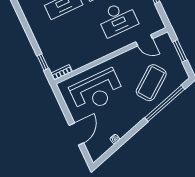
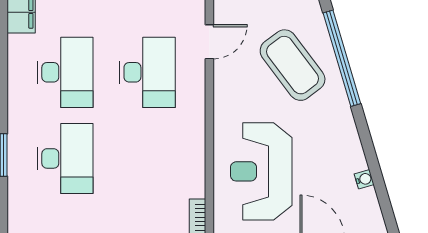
reception desk: (97, 91) -> (261, 171), turned 180

